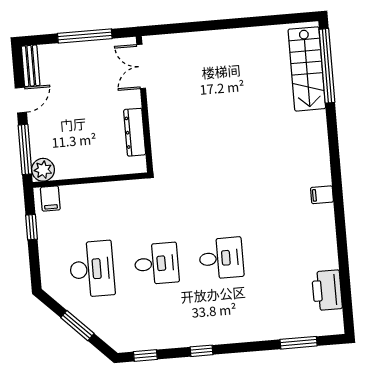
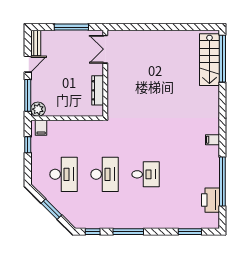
window: (343, 259) -> (222, 181), added
desk: (157, 264) -> (105, 174), width x1.37
window: (202, 351) -> (128, 232), width x2.17

